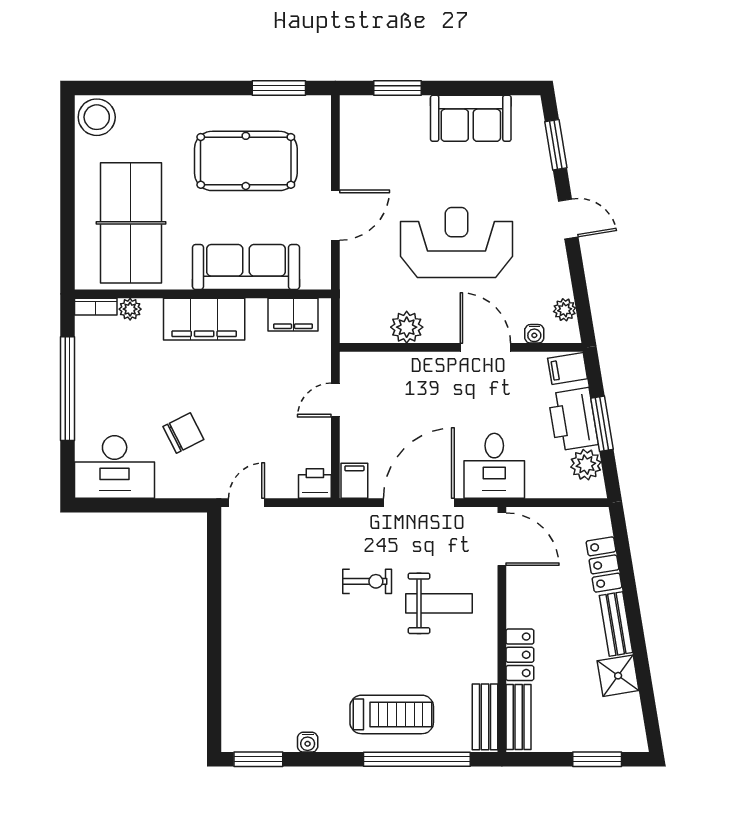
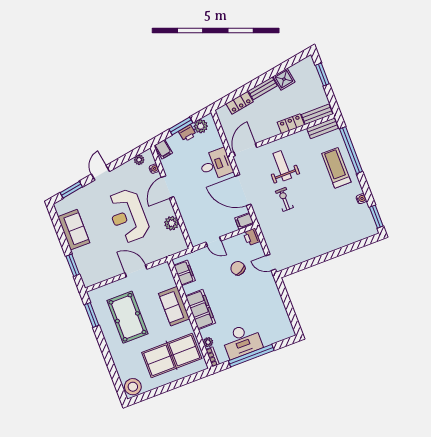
sofa: (246, 267) -> (174, 306), width x0.73
printer: (573, 419) -> (187, 133), width x0.53, depth x0.68
chair: (183, 433) -> (238, 268), moved
desk: (115, 467) -> (242, 341), moved, turned 90

